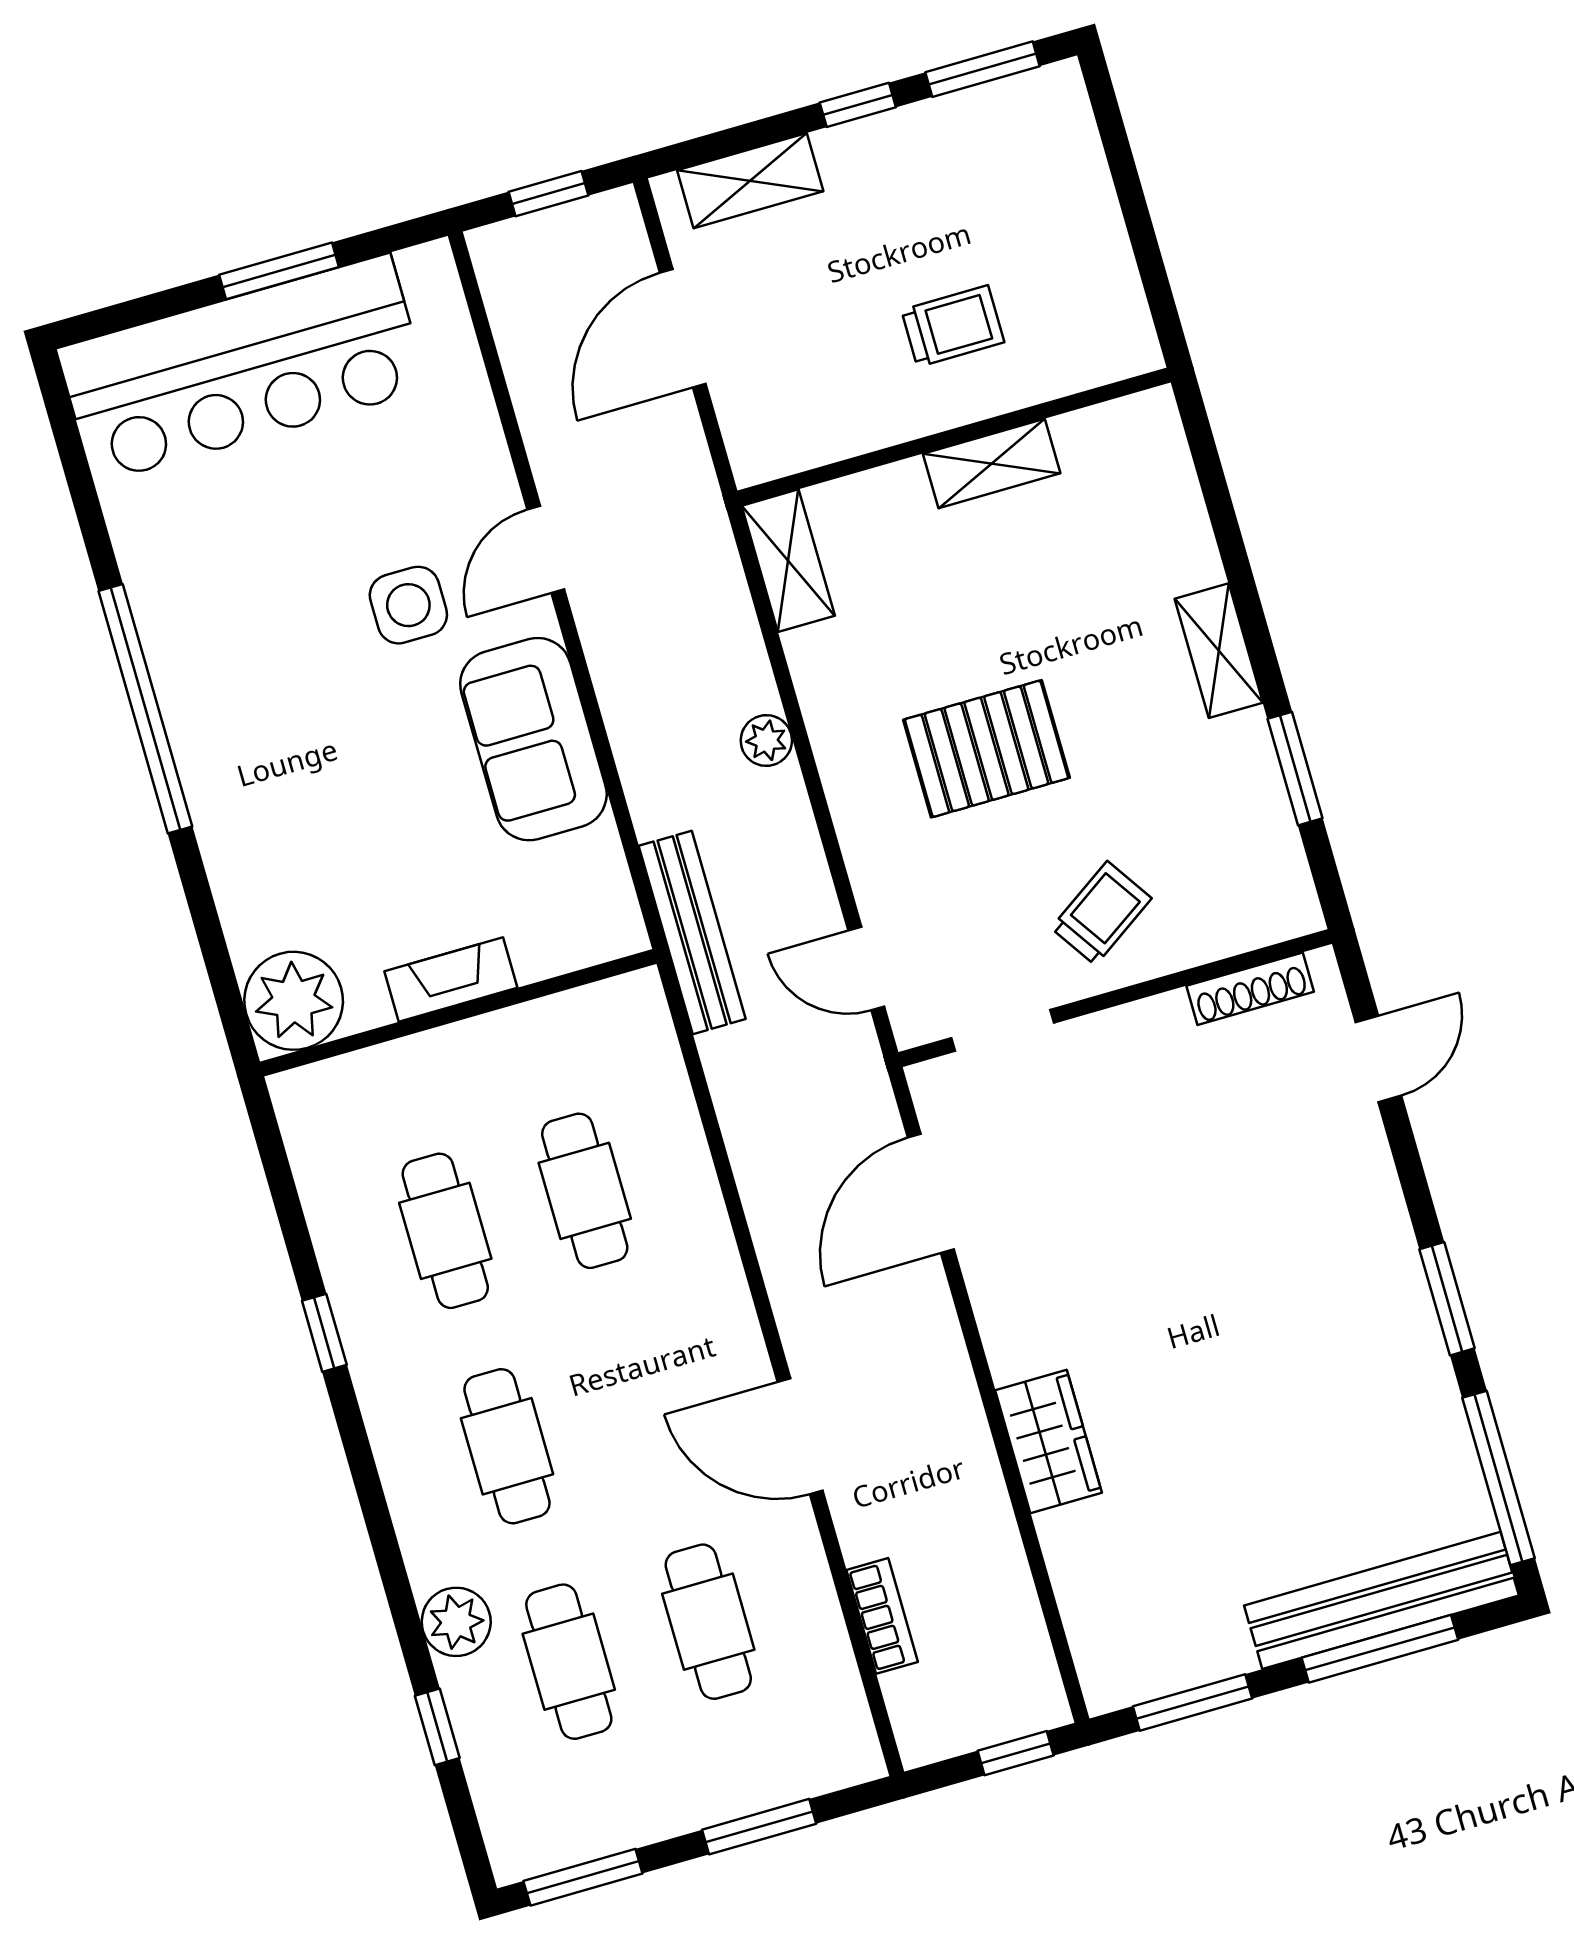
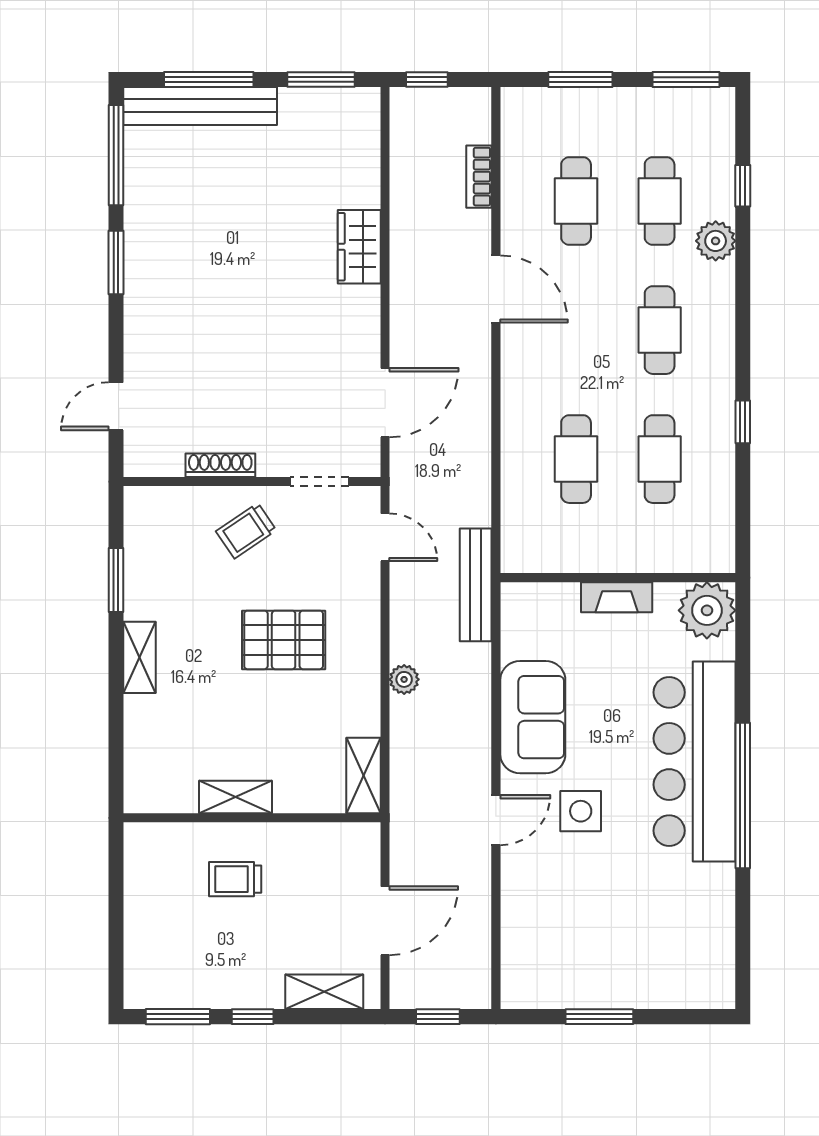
bar counter: (242, 369) -> (694, 761), moved, turned -90
shoe rack: (1250, 989) -> (220, 465), moved

